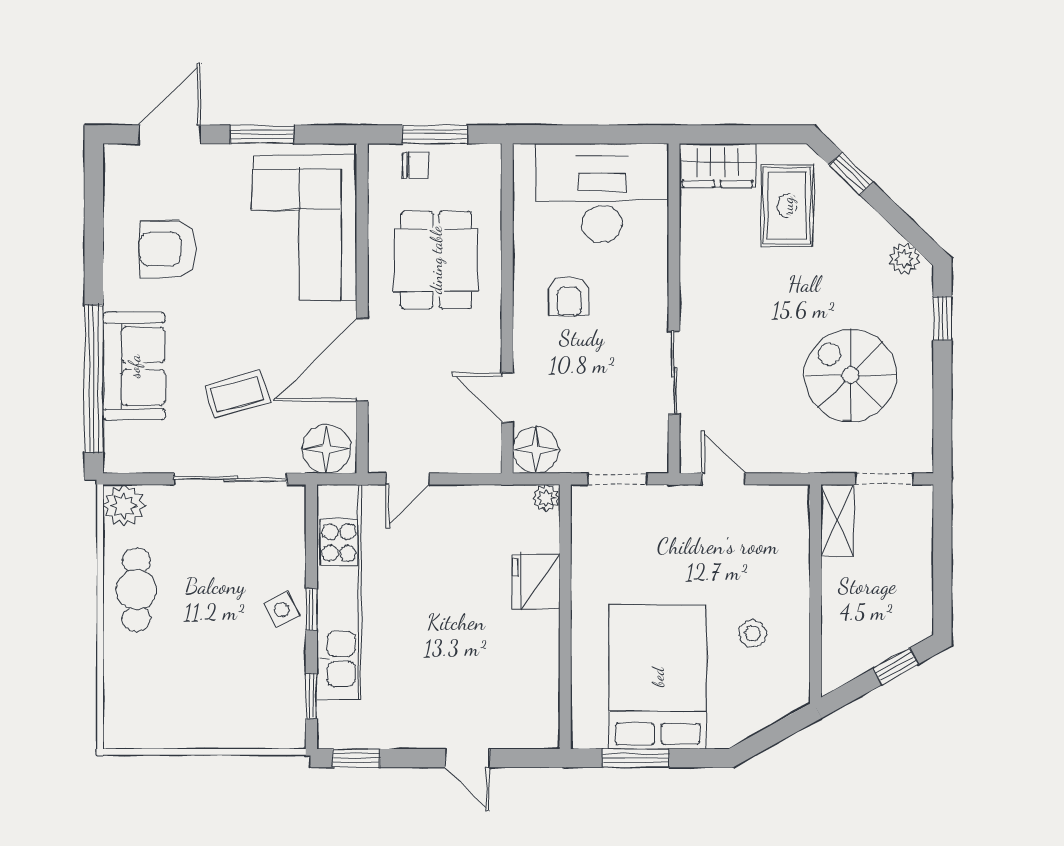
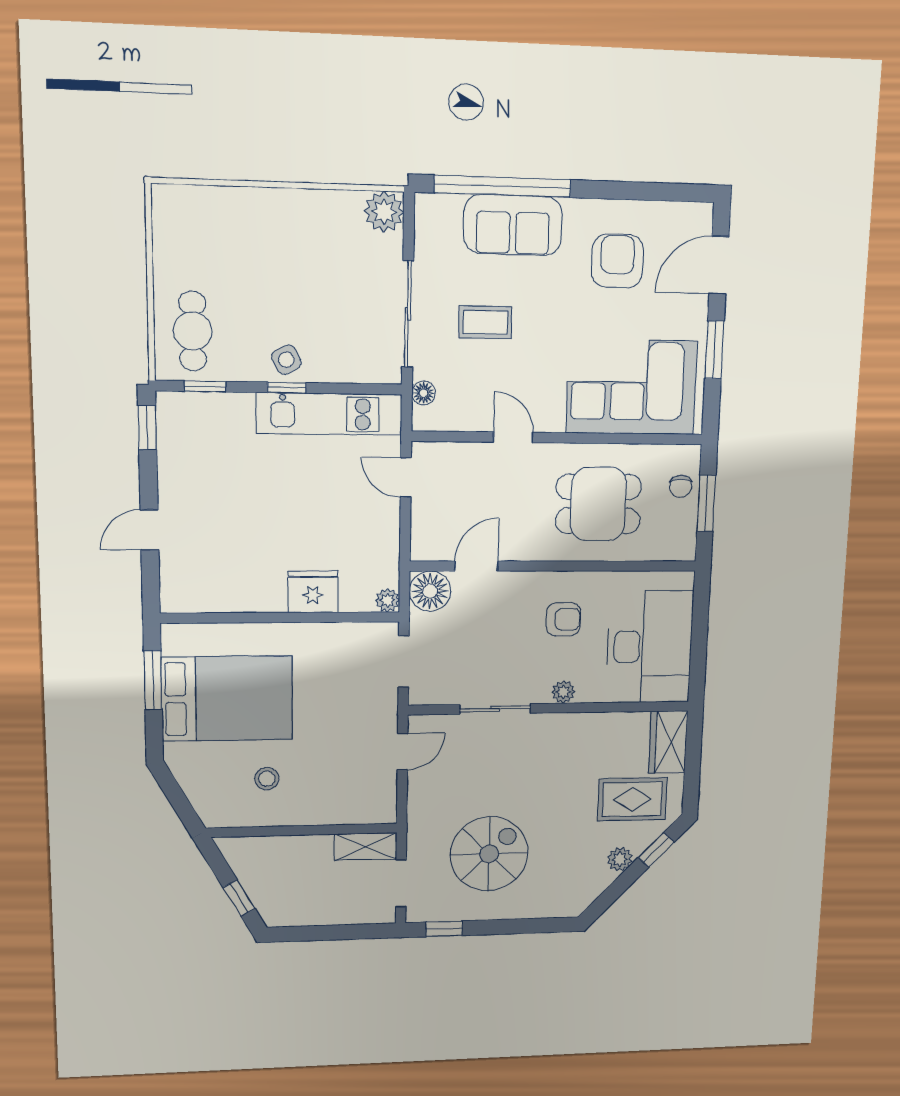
door: (170, 134) -> (719, 265), swing flipped
plant: (904, 259) -> (620, 859), moved
plant: (655, 293) -> (563, 692), added
armchair: (569, 296) -> (563, 619), turned 180
window: (942, 318) -> (444, 929), moved
door: (362, 360) -> (513, 437), width x0.53
coffee table: (237, 394) -> (485, 322), turned -74
floor lamp: (326, 449) -> (424, 393), width x0.53, depth x0.53
cafe table: (136, 590) -> (193, 331), moved, turned 90
kitchen unit: (339, 592) -> (329, 414), width x0.73

